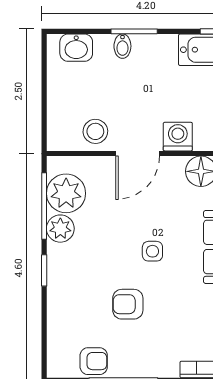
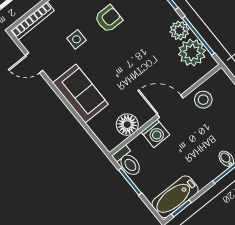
door: (138, 154) -> (170, 106), hinge flipped
side table: (152, 251) -> (76, 39), moved

